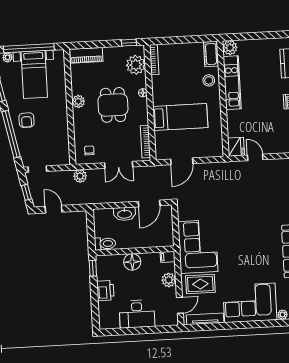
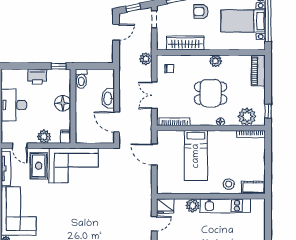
plant: (230, 48) -> (193, 205), moved
wardrobe: (61, 135) -> (185, 43), added

